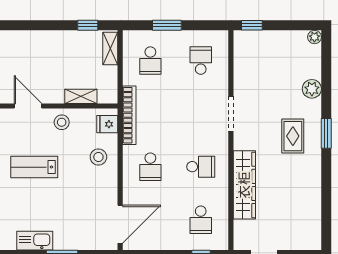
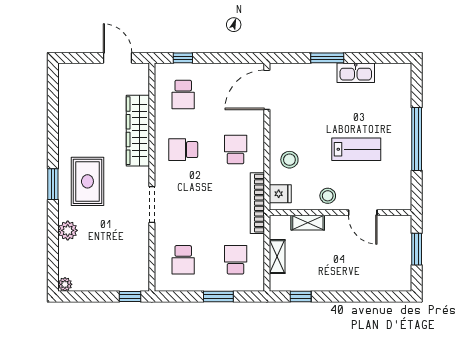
shelving: (110, 49) -> (277, 257), moved
rug: (293, 136) -> (87, 181), width x1.36, depth x1.43
school desk: (201, 220) -> (183, 94), turned 180

